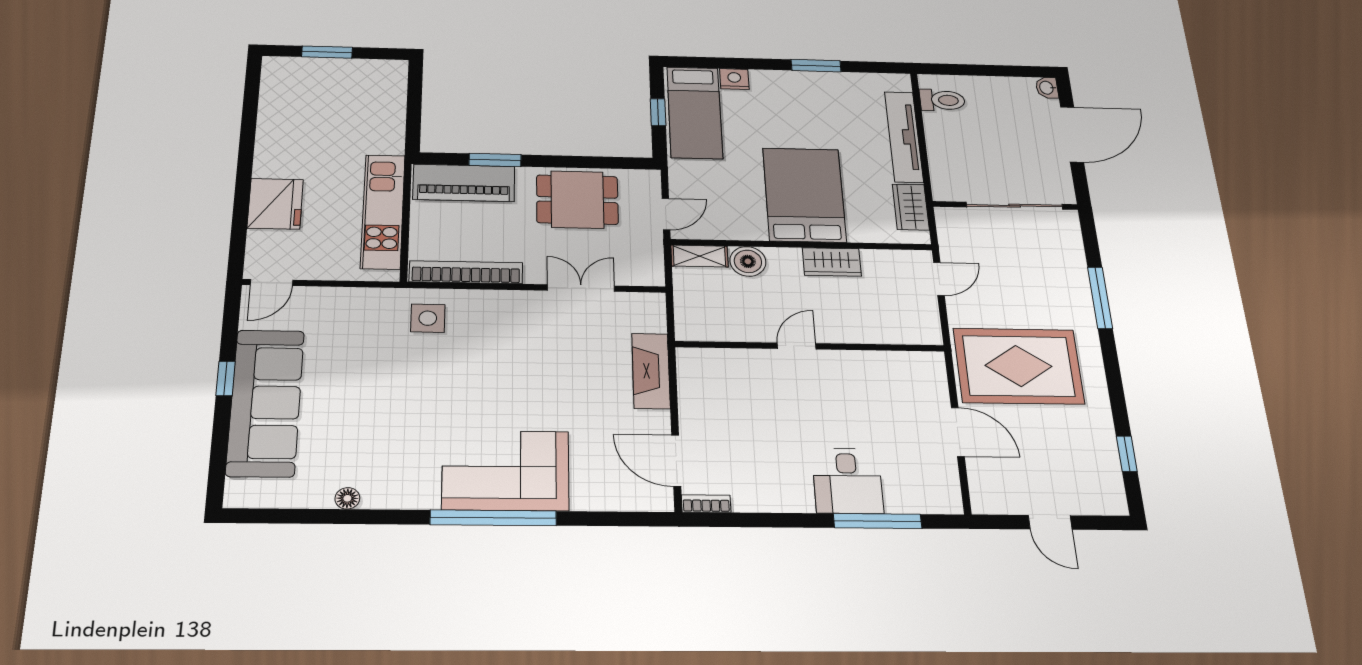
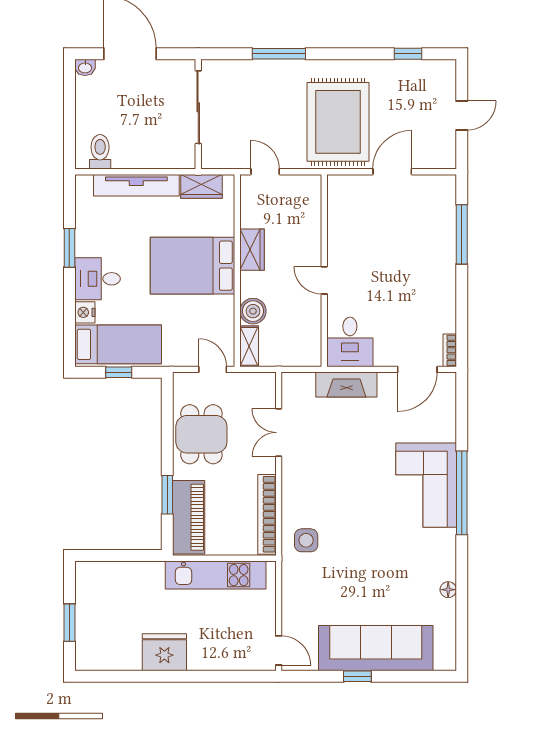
desk: (779, 93) -> (98, 279), added
fridge: (275, 204) -> (164, 652), moved
desk: (847, 481) -> (350, 342), moved, turned 90

